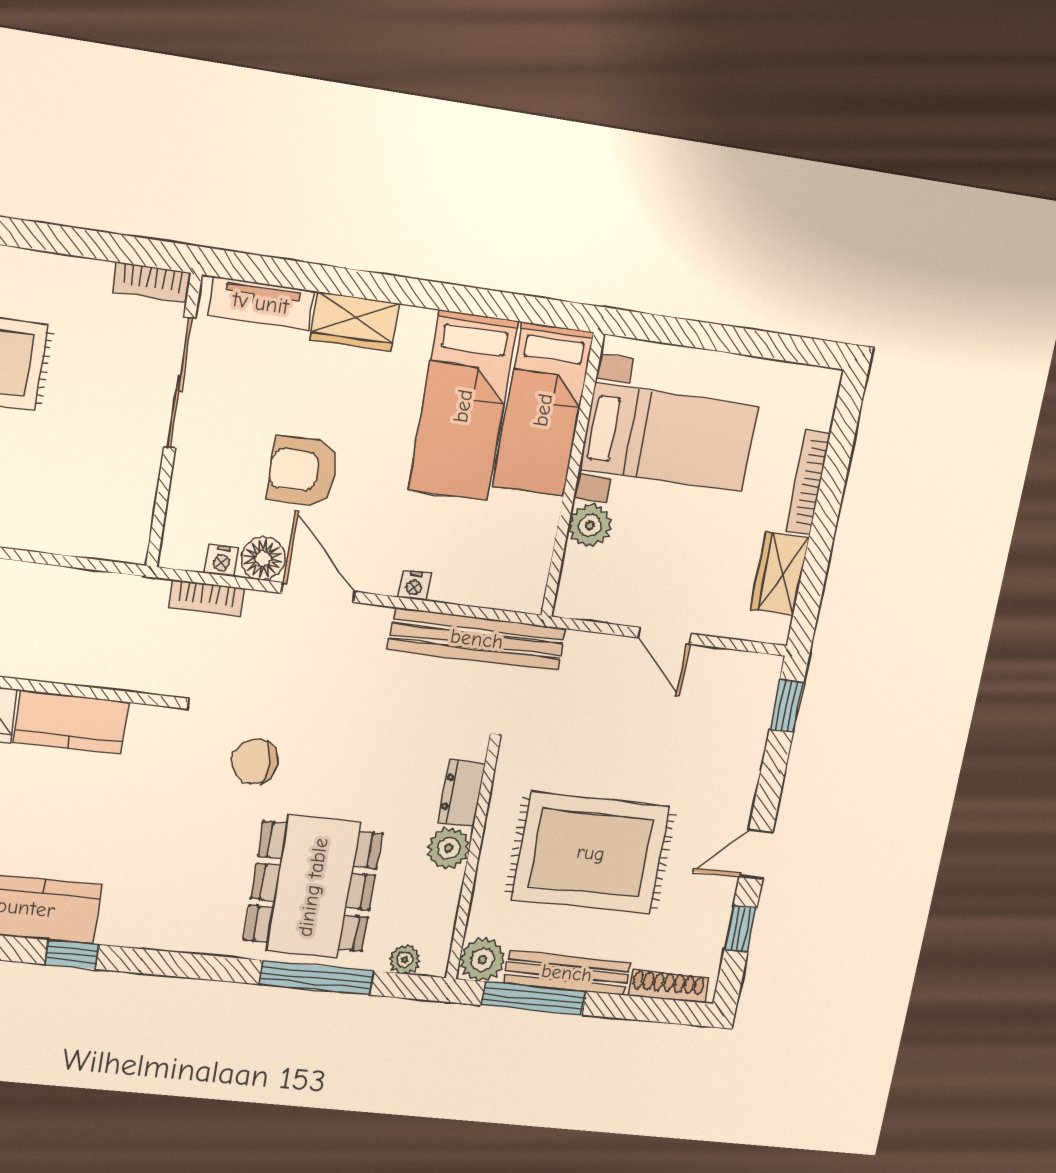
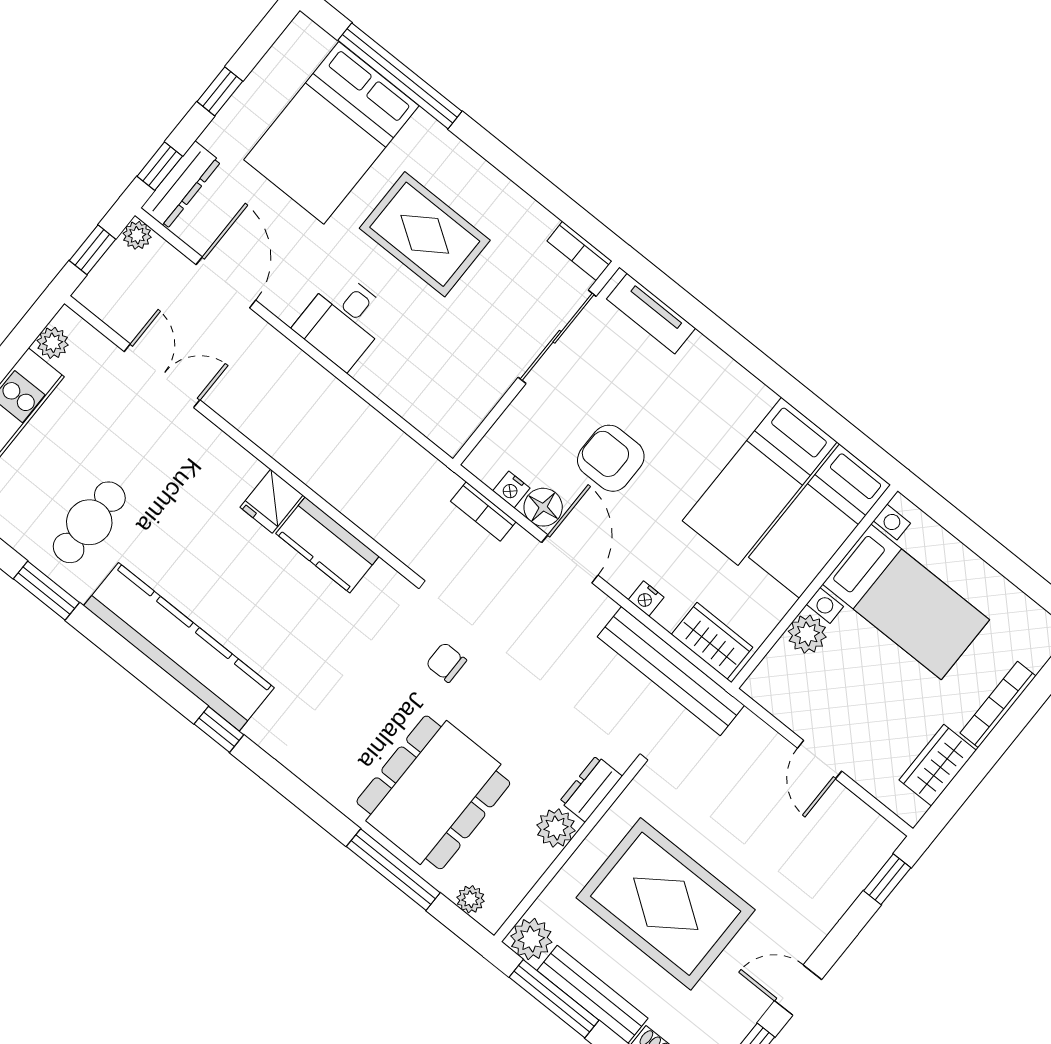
wardrobe: (355, 322) -> (712, 641), moved, turned 180
chair: (255, 761) -> (446, 662), width x0.73, depth x0.73

